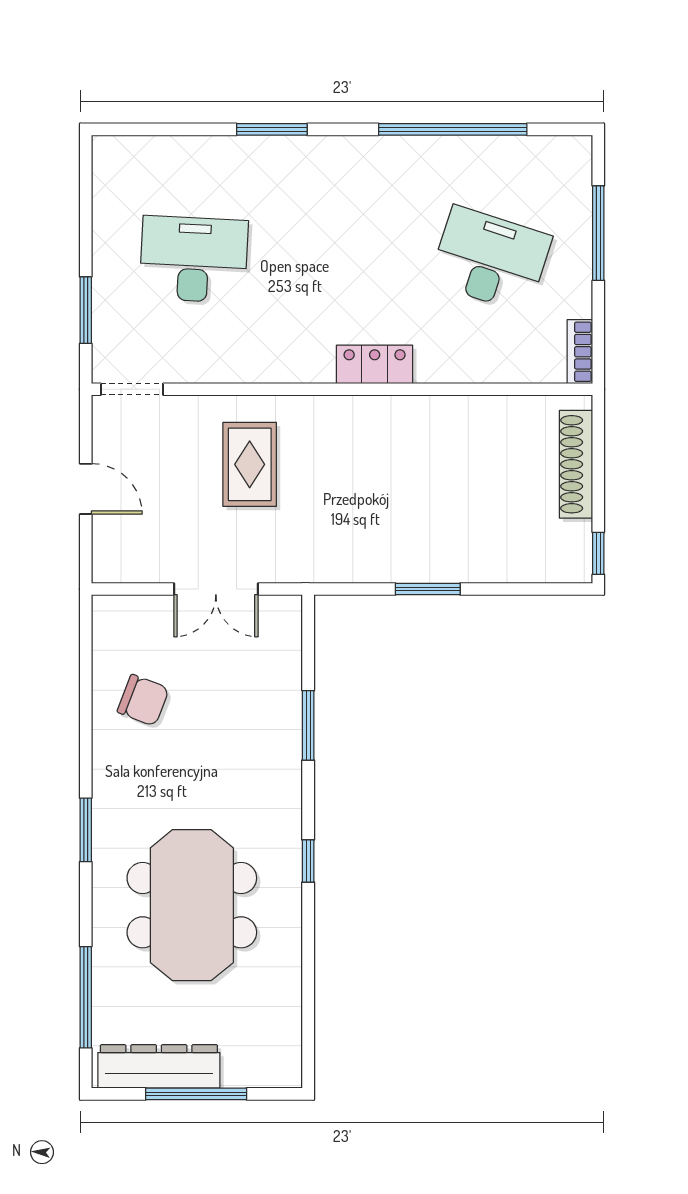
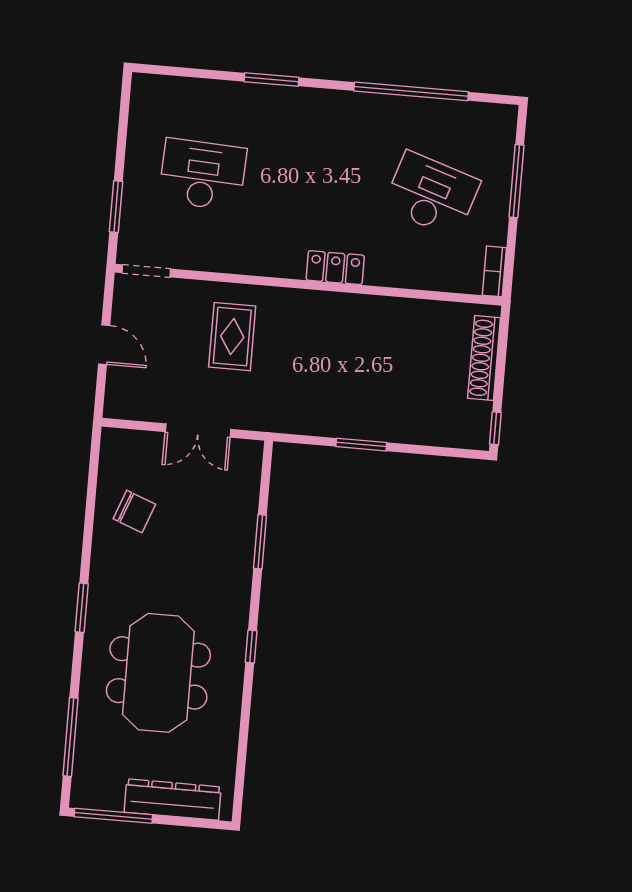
dresser: (159, 1066) -> (173, 800), moved
window: (196, 1094) -> (113, 816), moved

